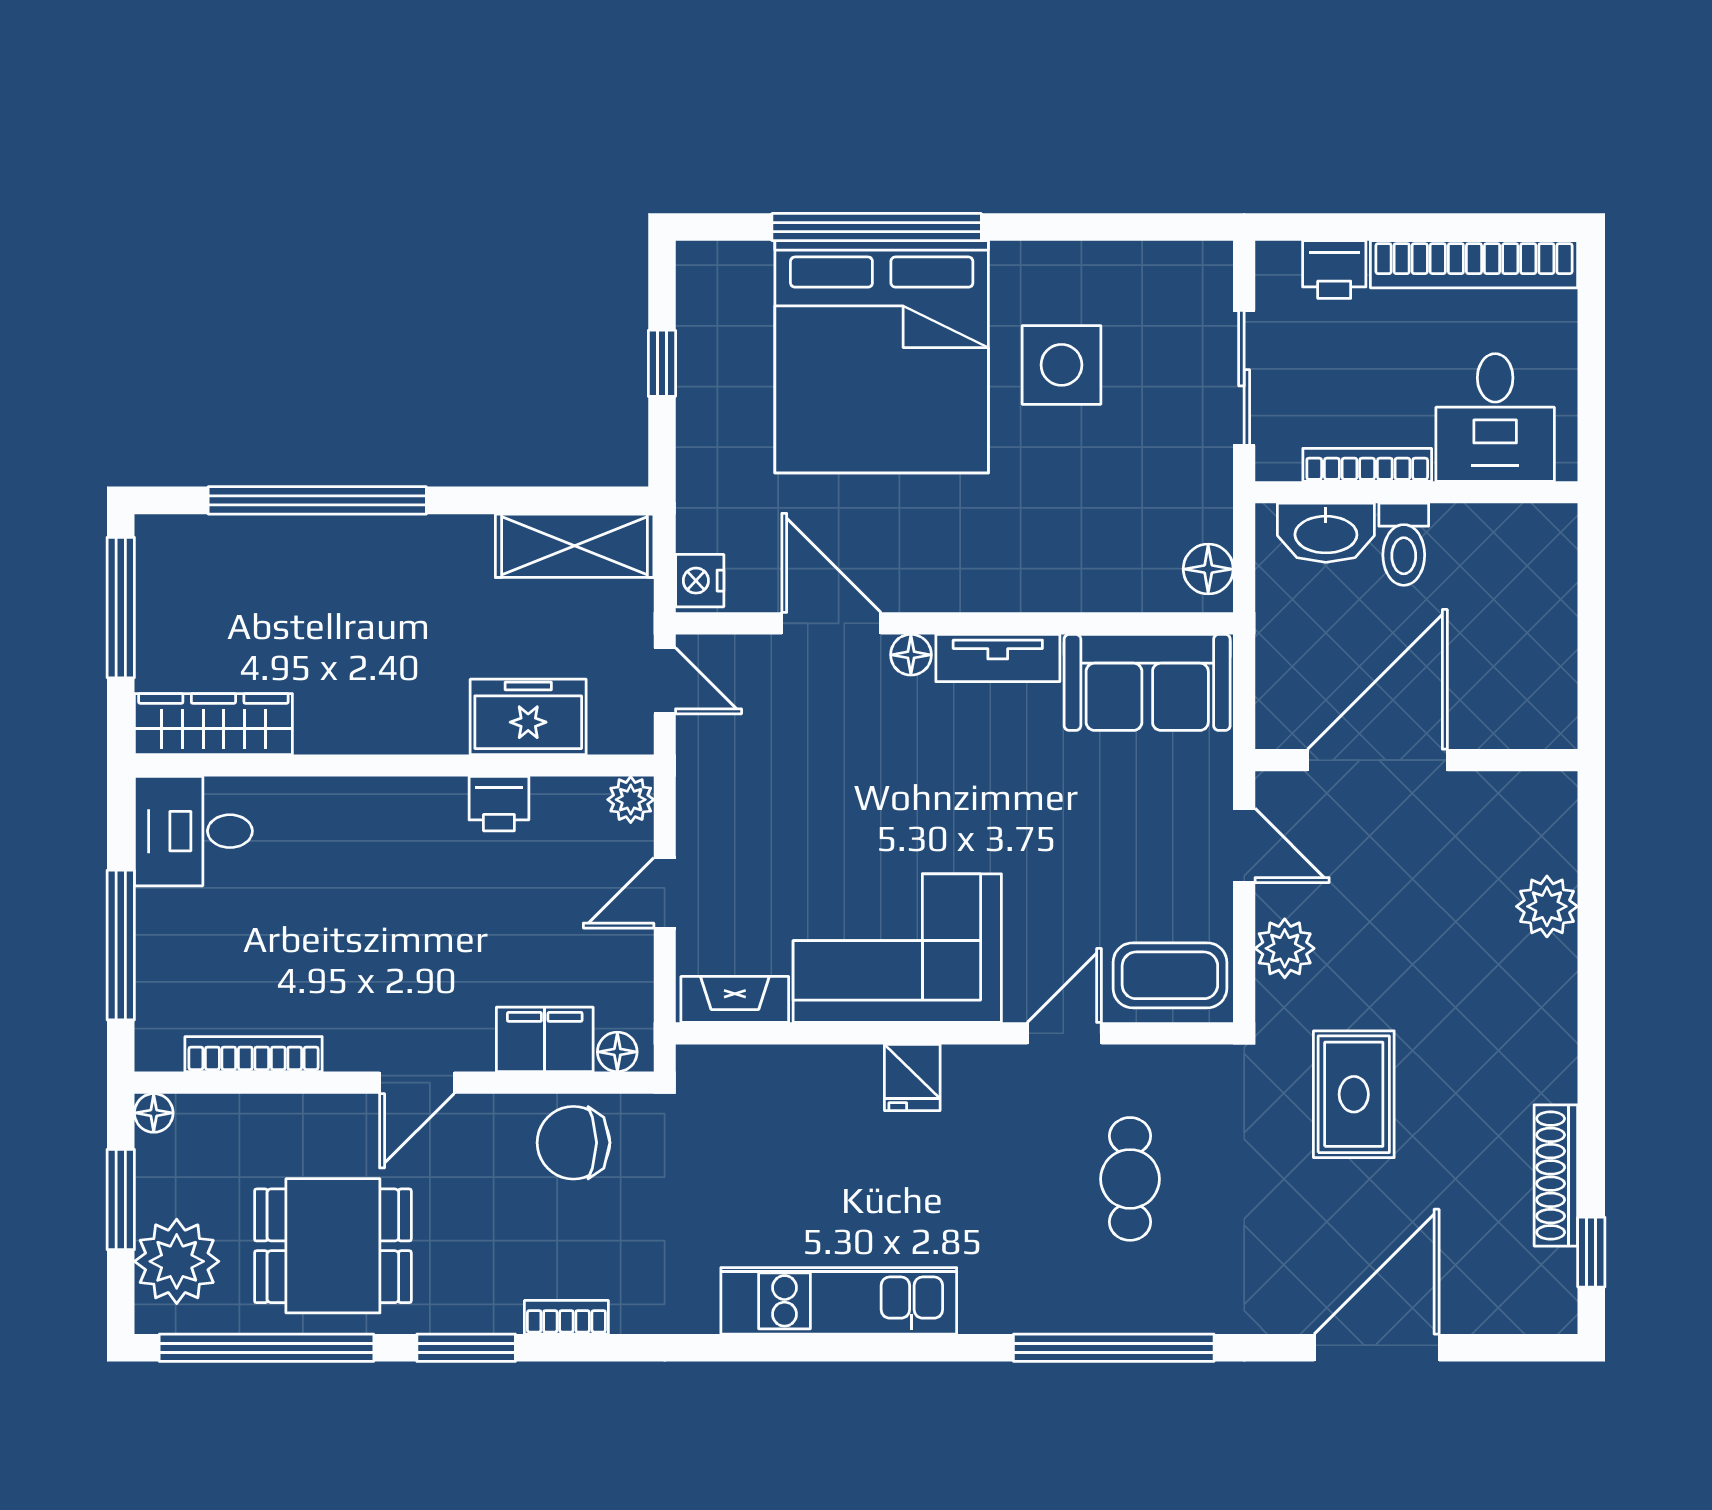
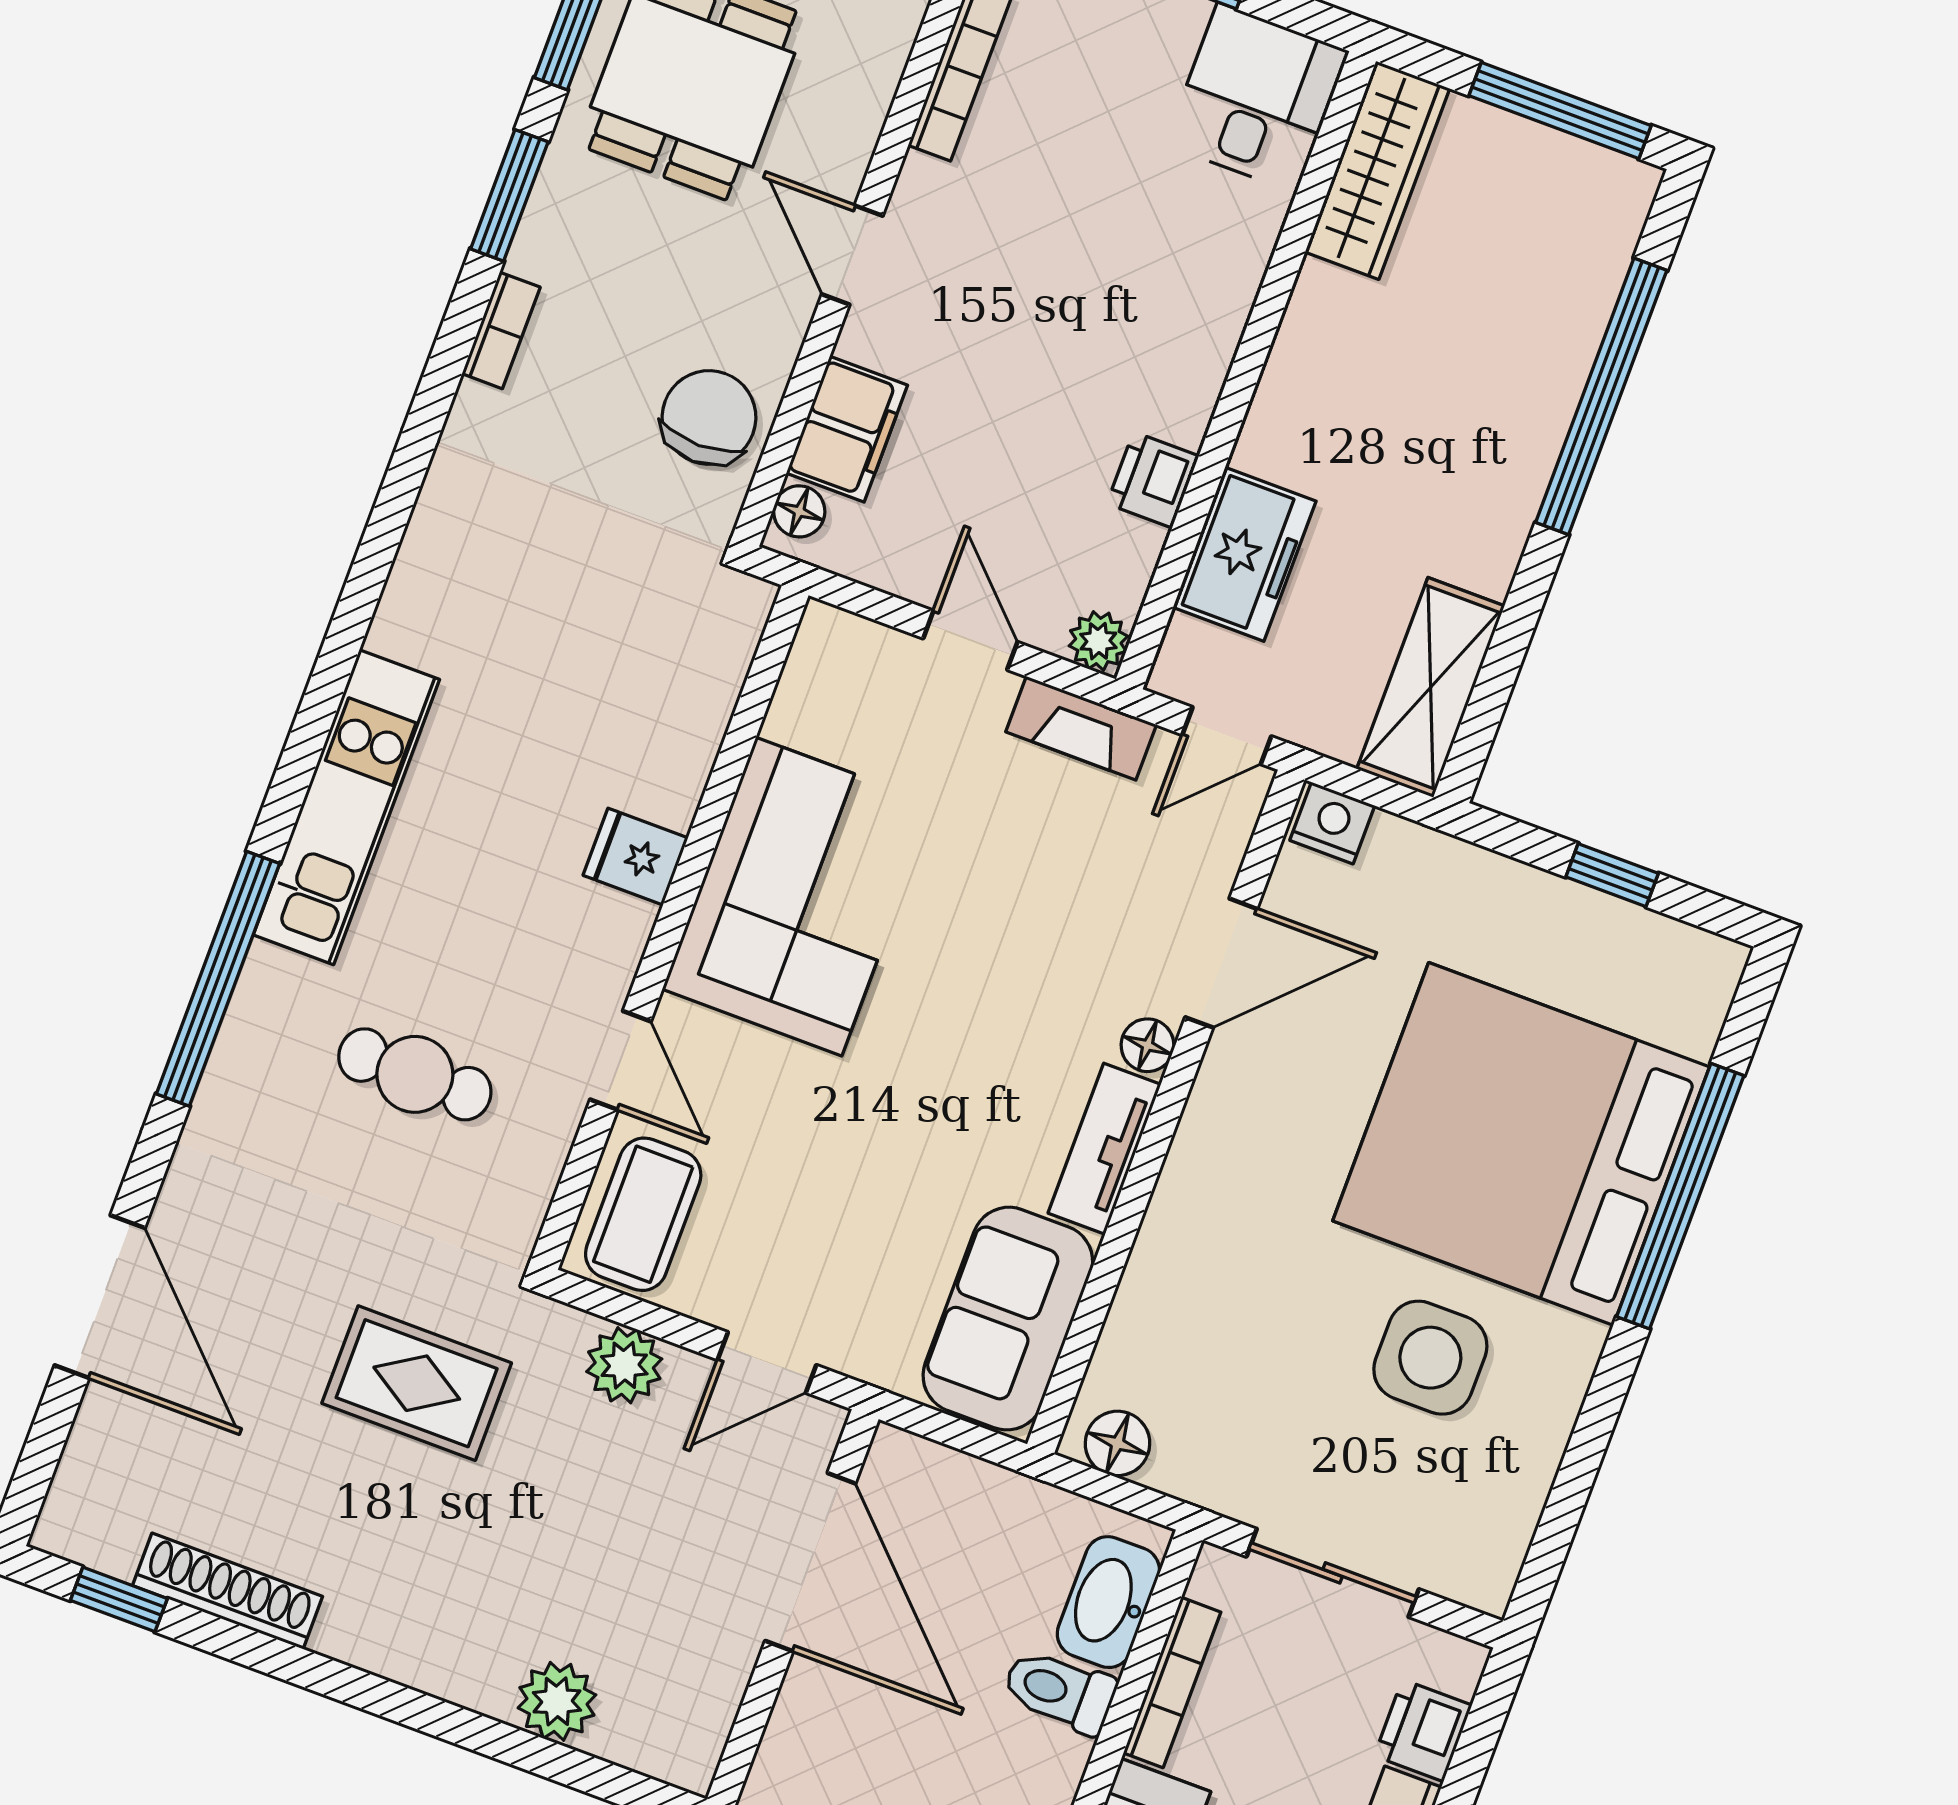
fireplace: (735, 999) -> (1081, 728), moved, turned 90
kitchen unit: (839, 1301) -> (346, 807), moved

